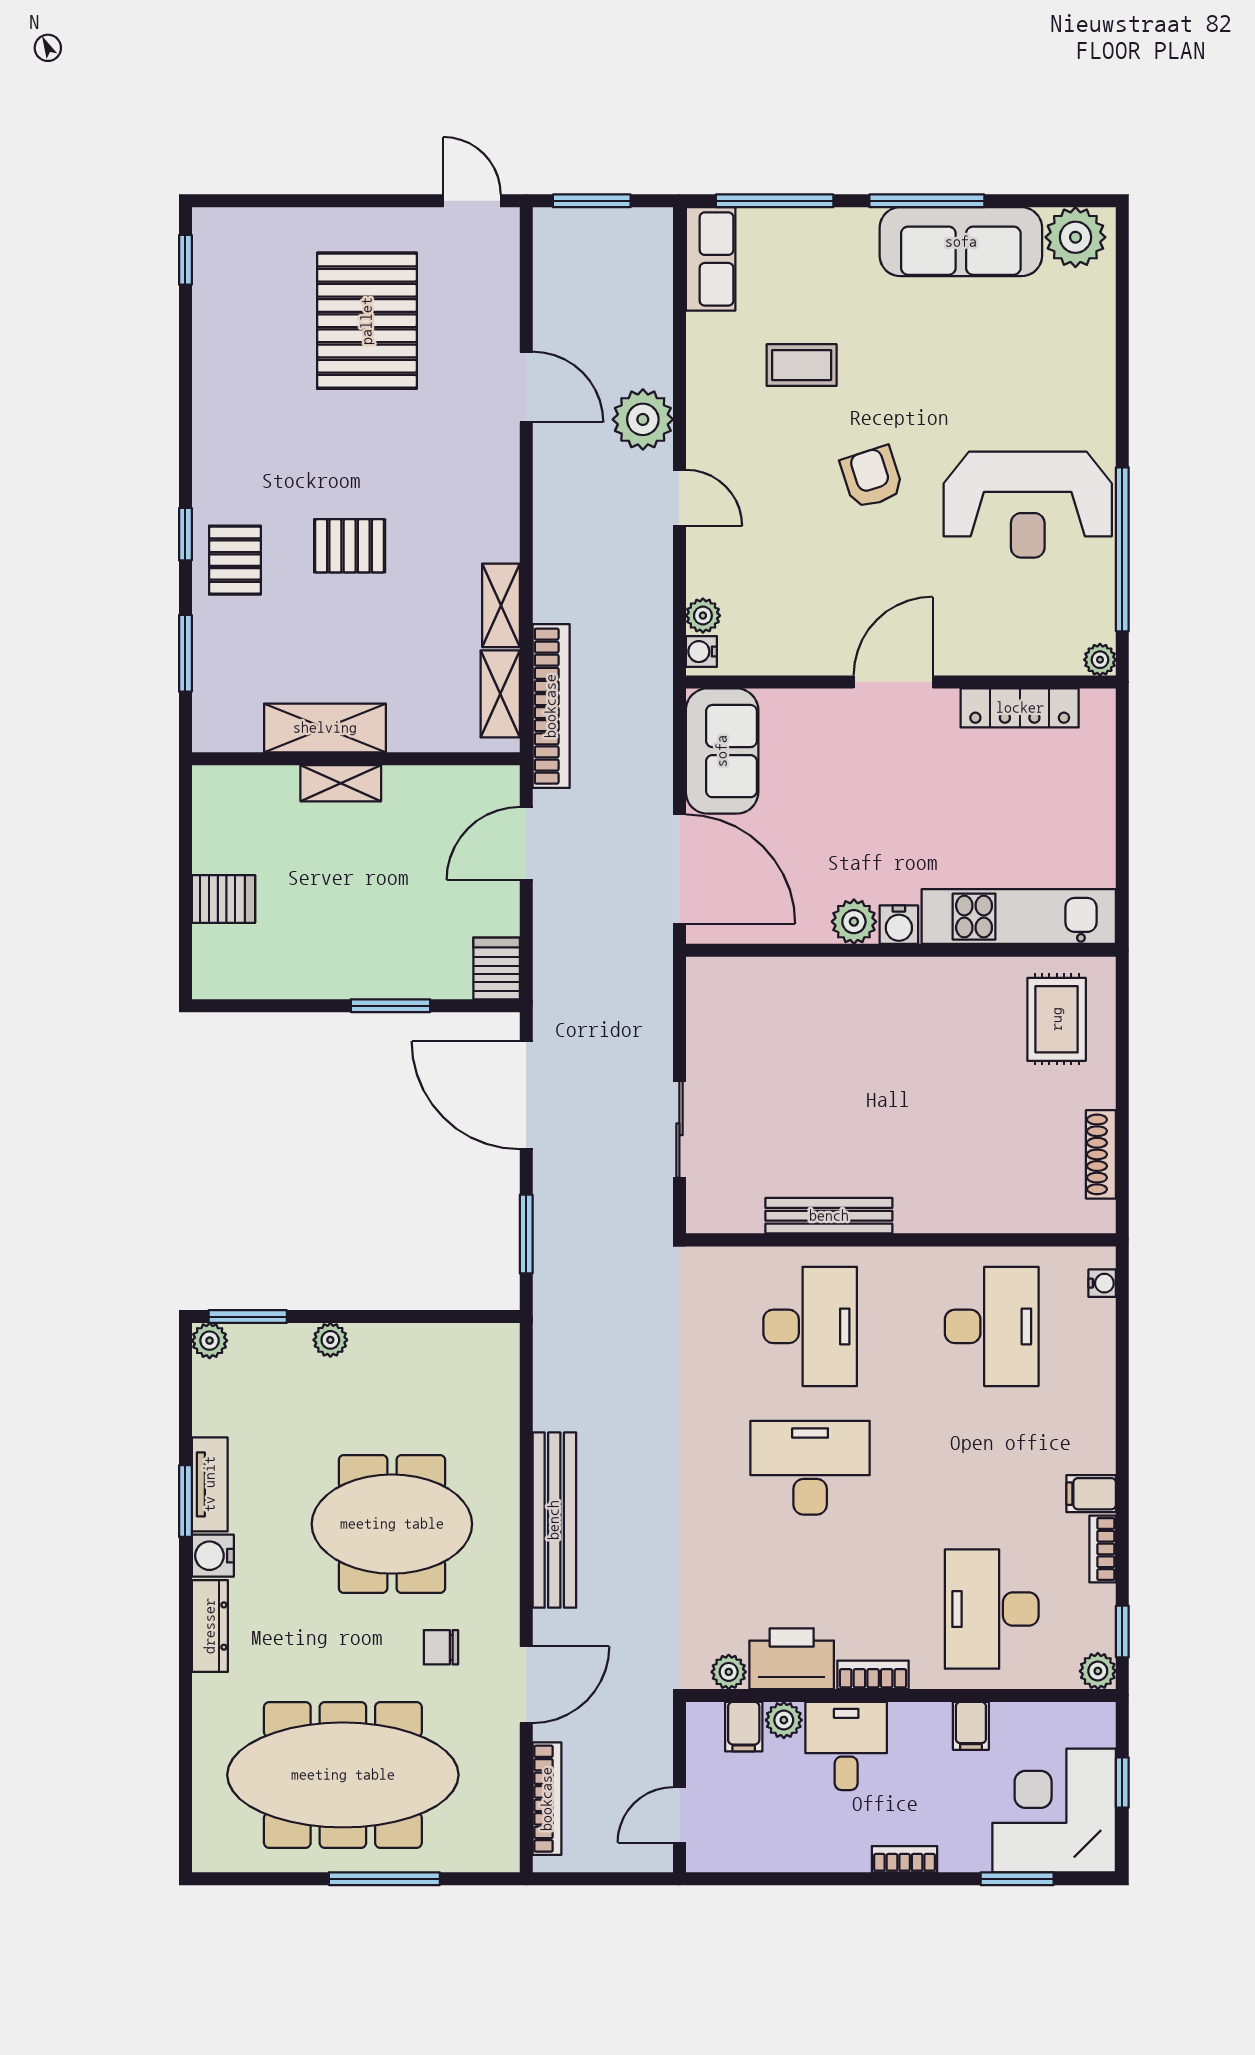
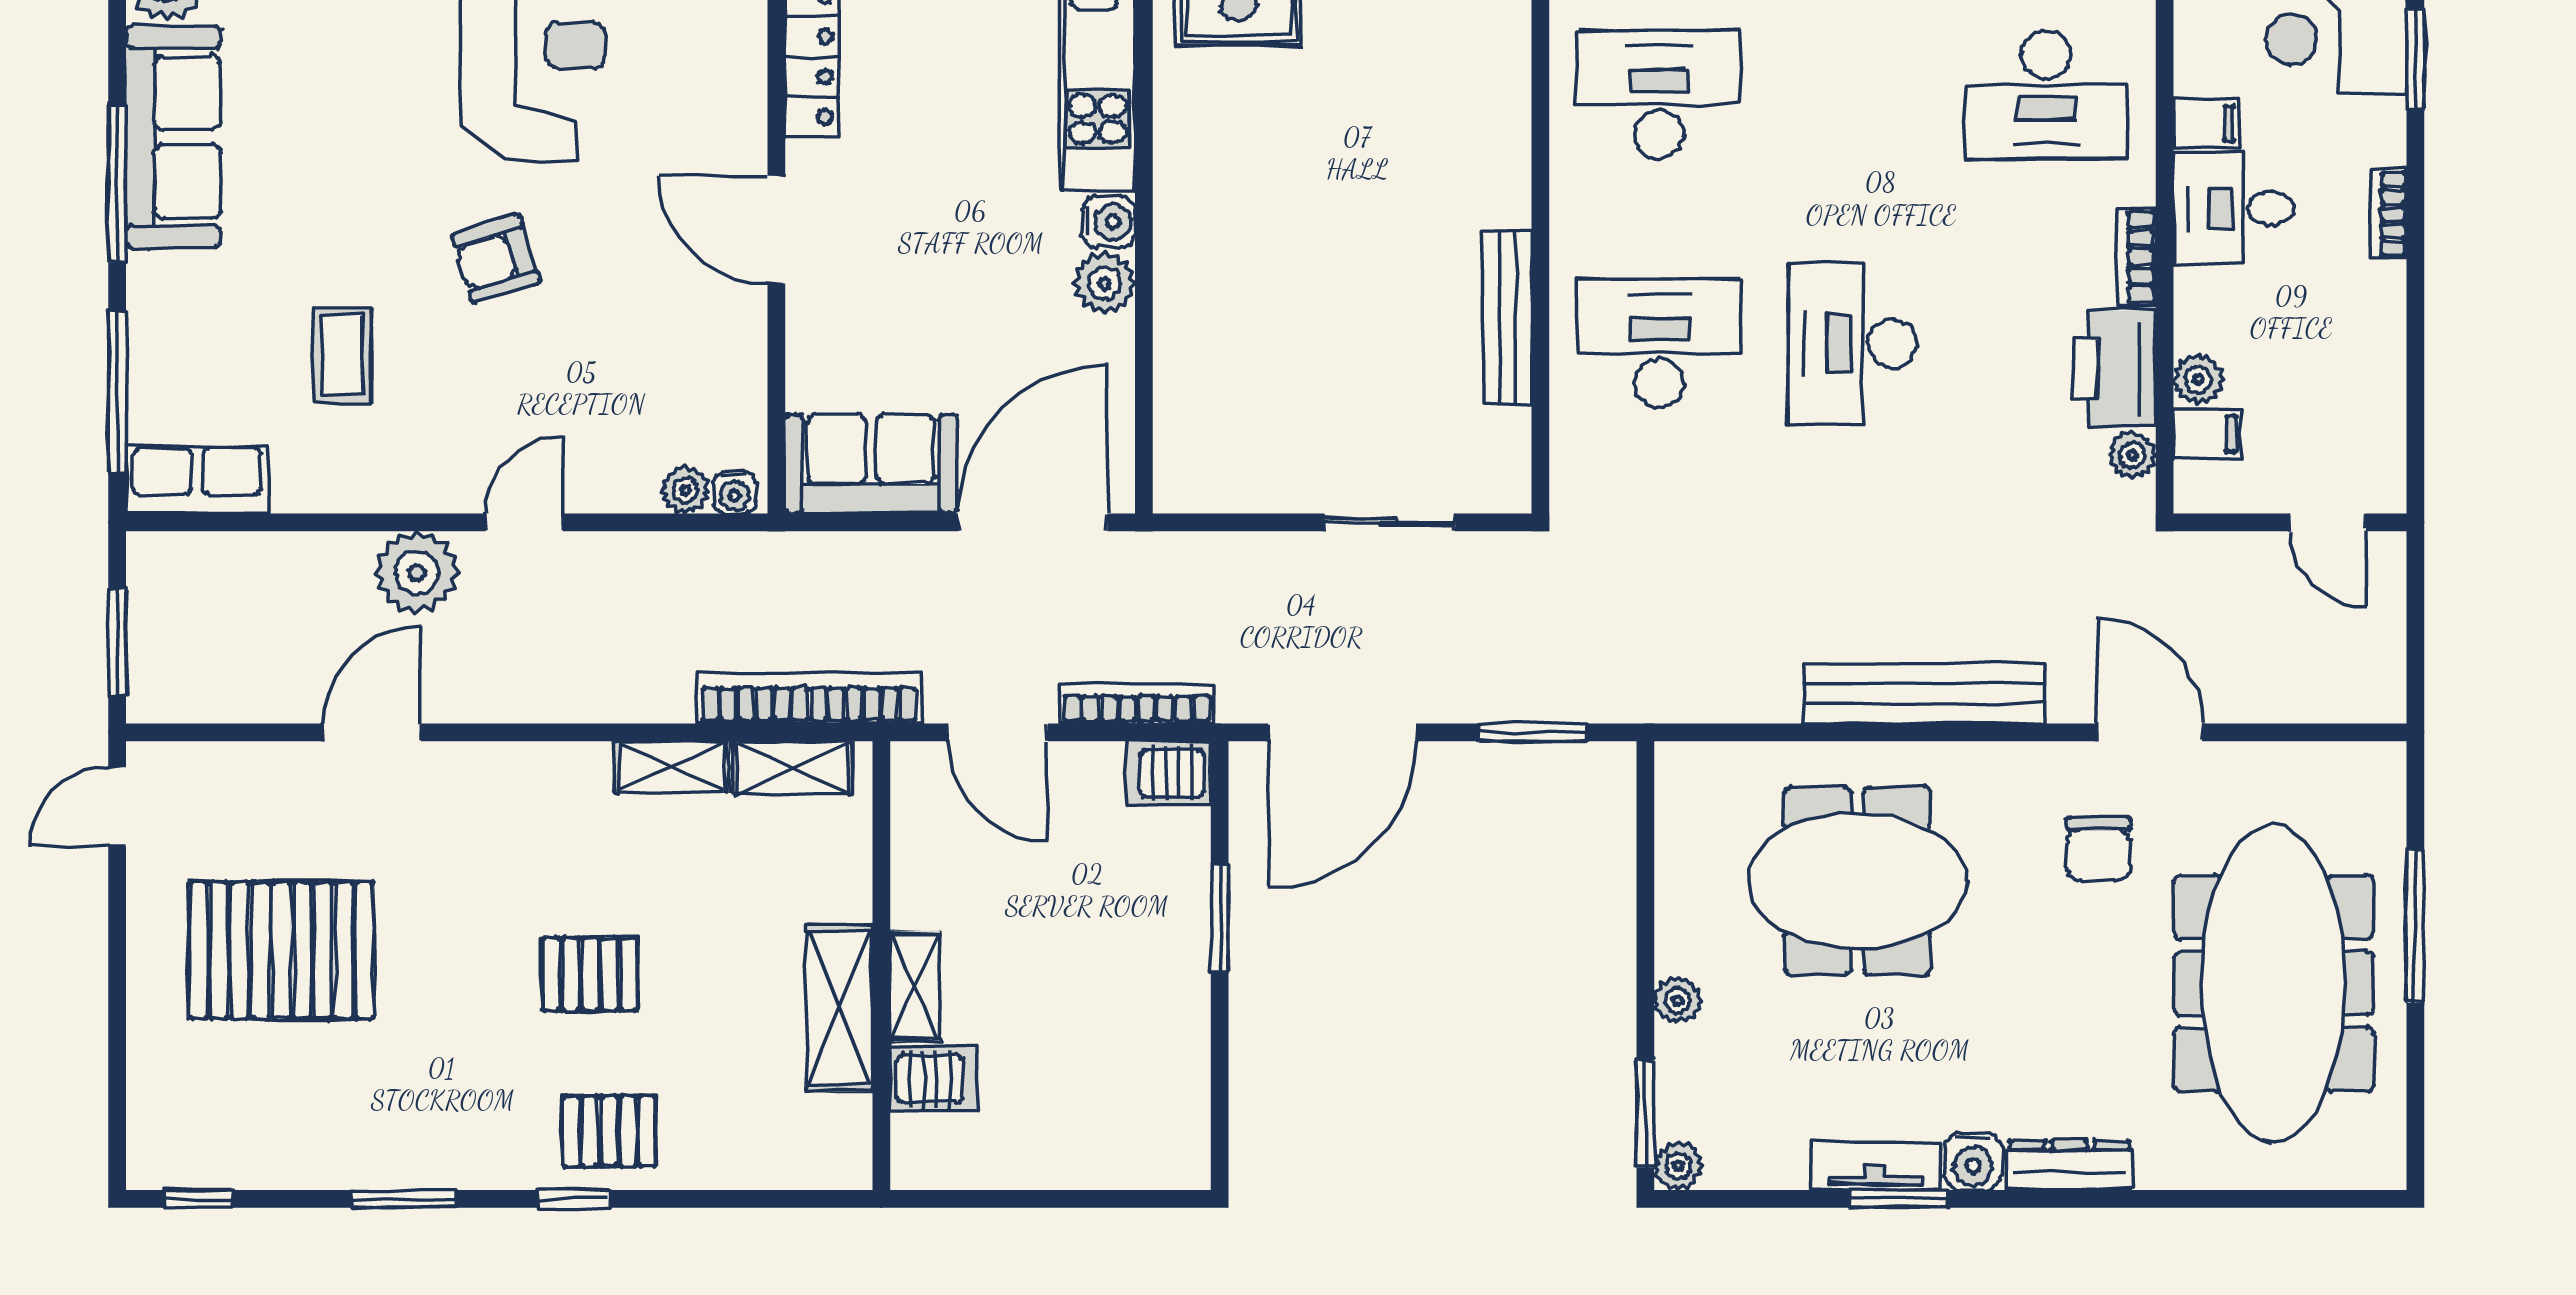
pallet: (350, 546) -> (590, 974), turned 90
window: (185, 653) -> (404, 1199), moved
server rack: (223, 899) -> (933, 1079), moved, turned 90
meeting table: (392, 1524) -> (1858, 881), moved, turned 90
chair: (441, 1647) -> (2098, 849), width x1.37, depth x1.37
desk: (846, 1746) -> (2234, 208), moved
bookcase: (547, 1799) -> (1137, 704), moved

